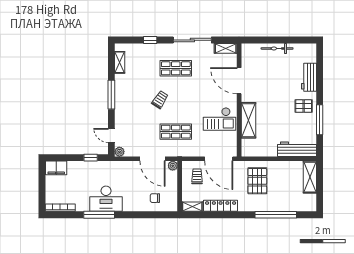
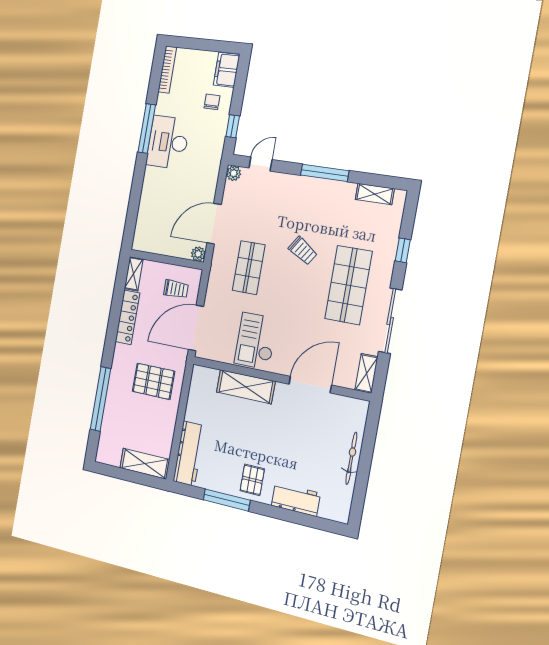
shop shelf: (176, 68) -> (348, 285), width x1.43, depth x1.36
chair: (155, 198) -> (212, 102), moved

